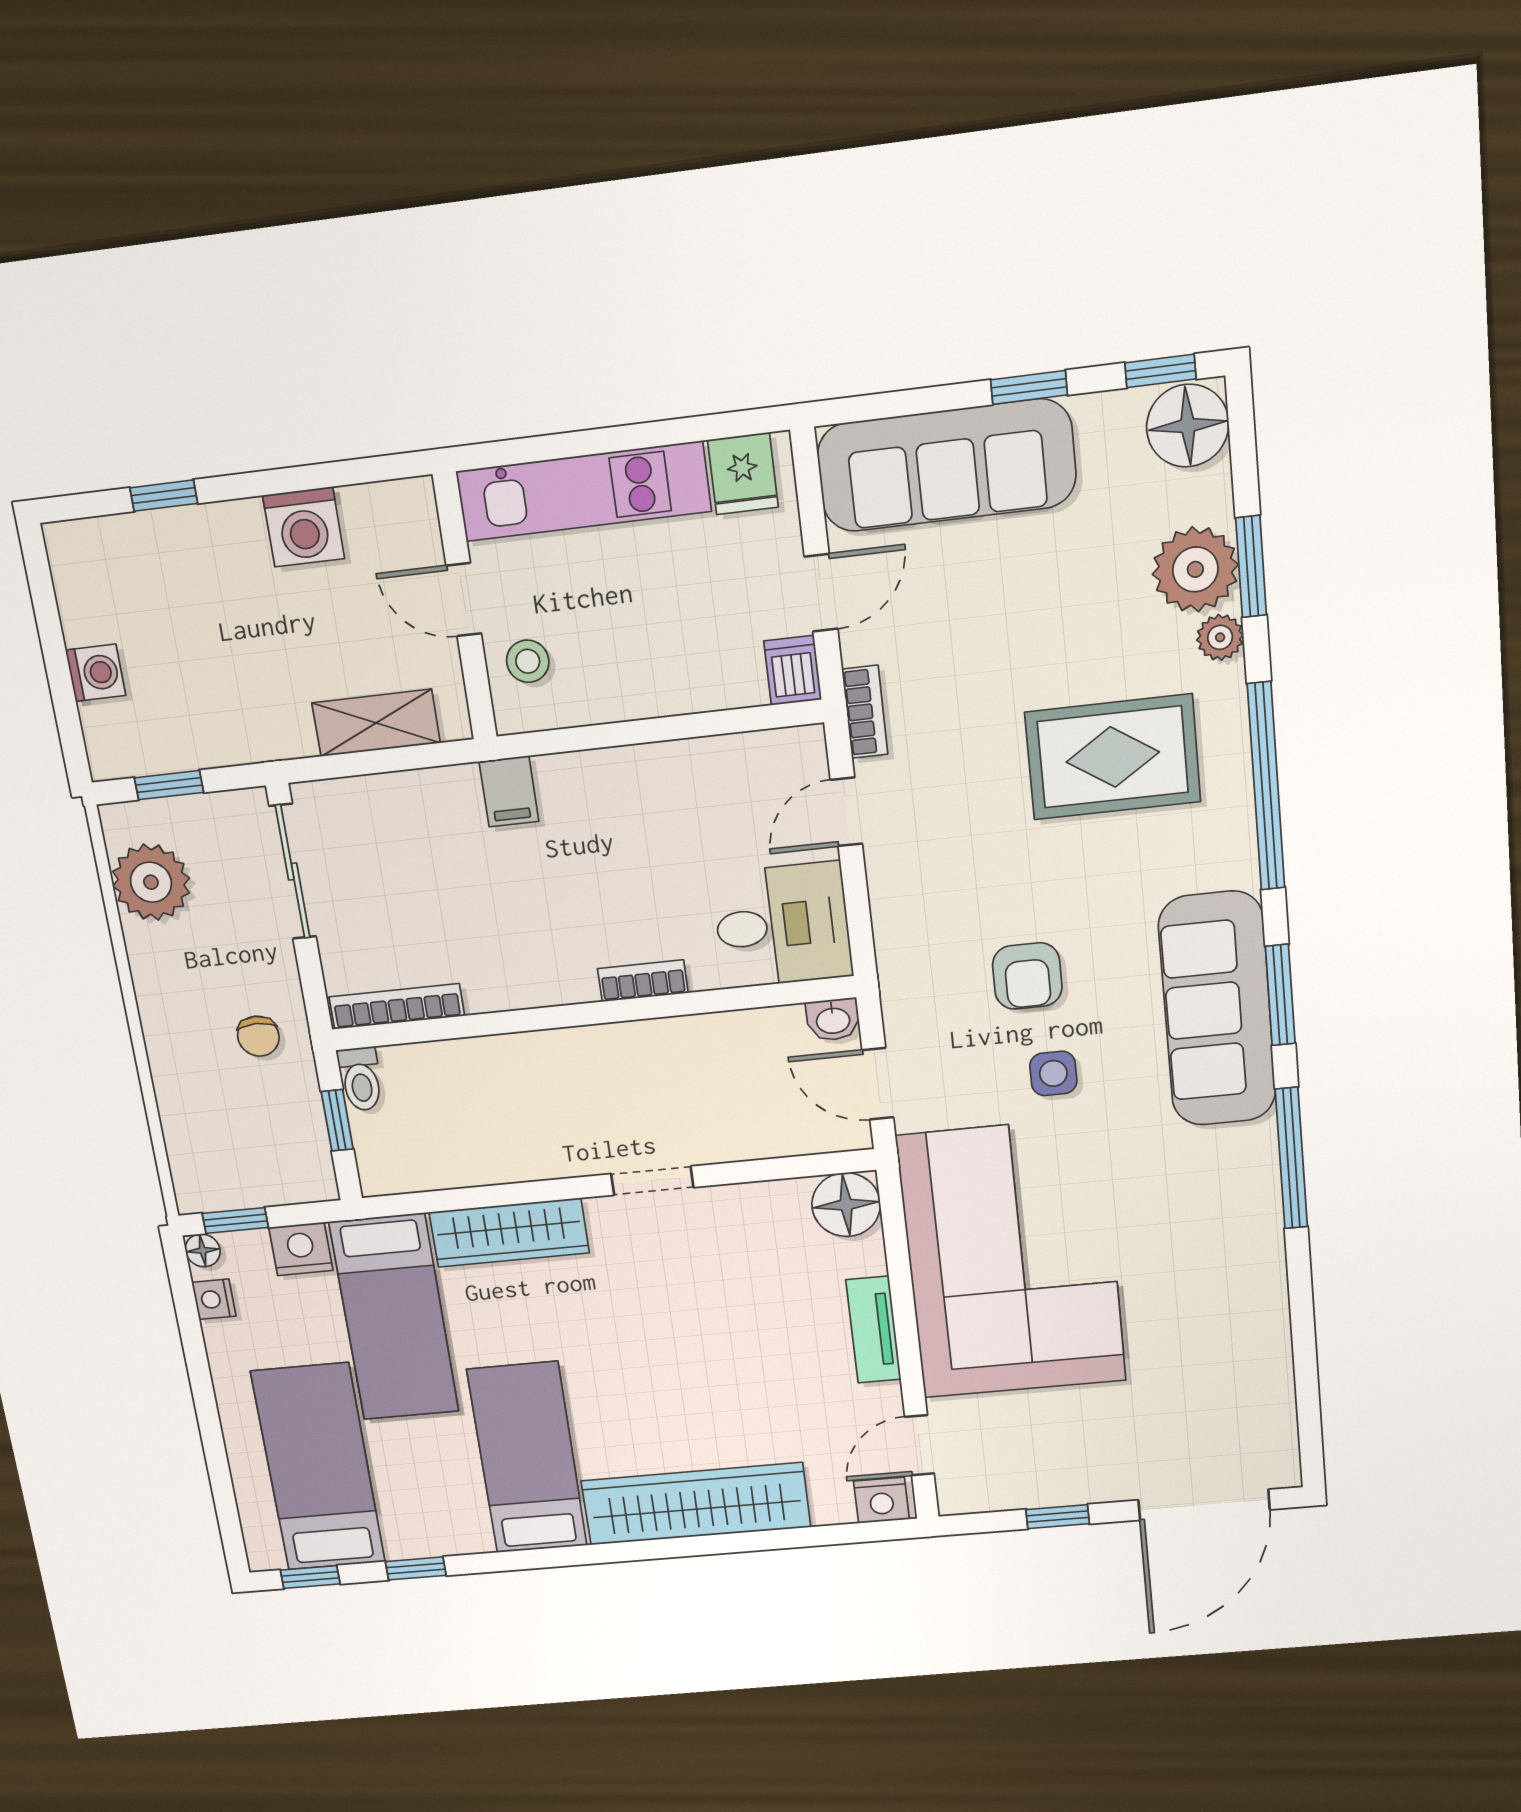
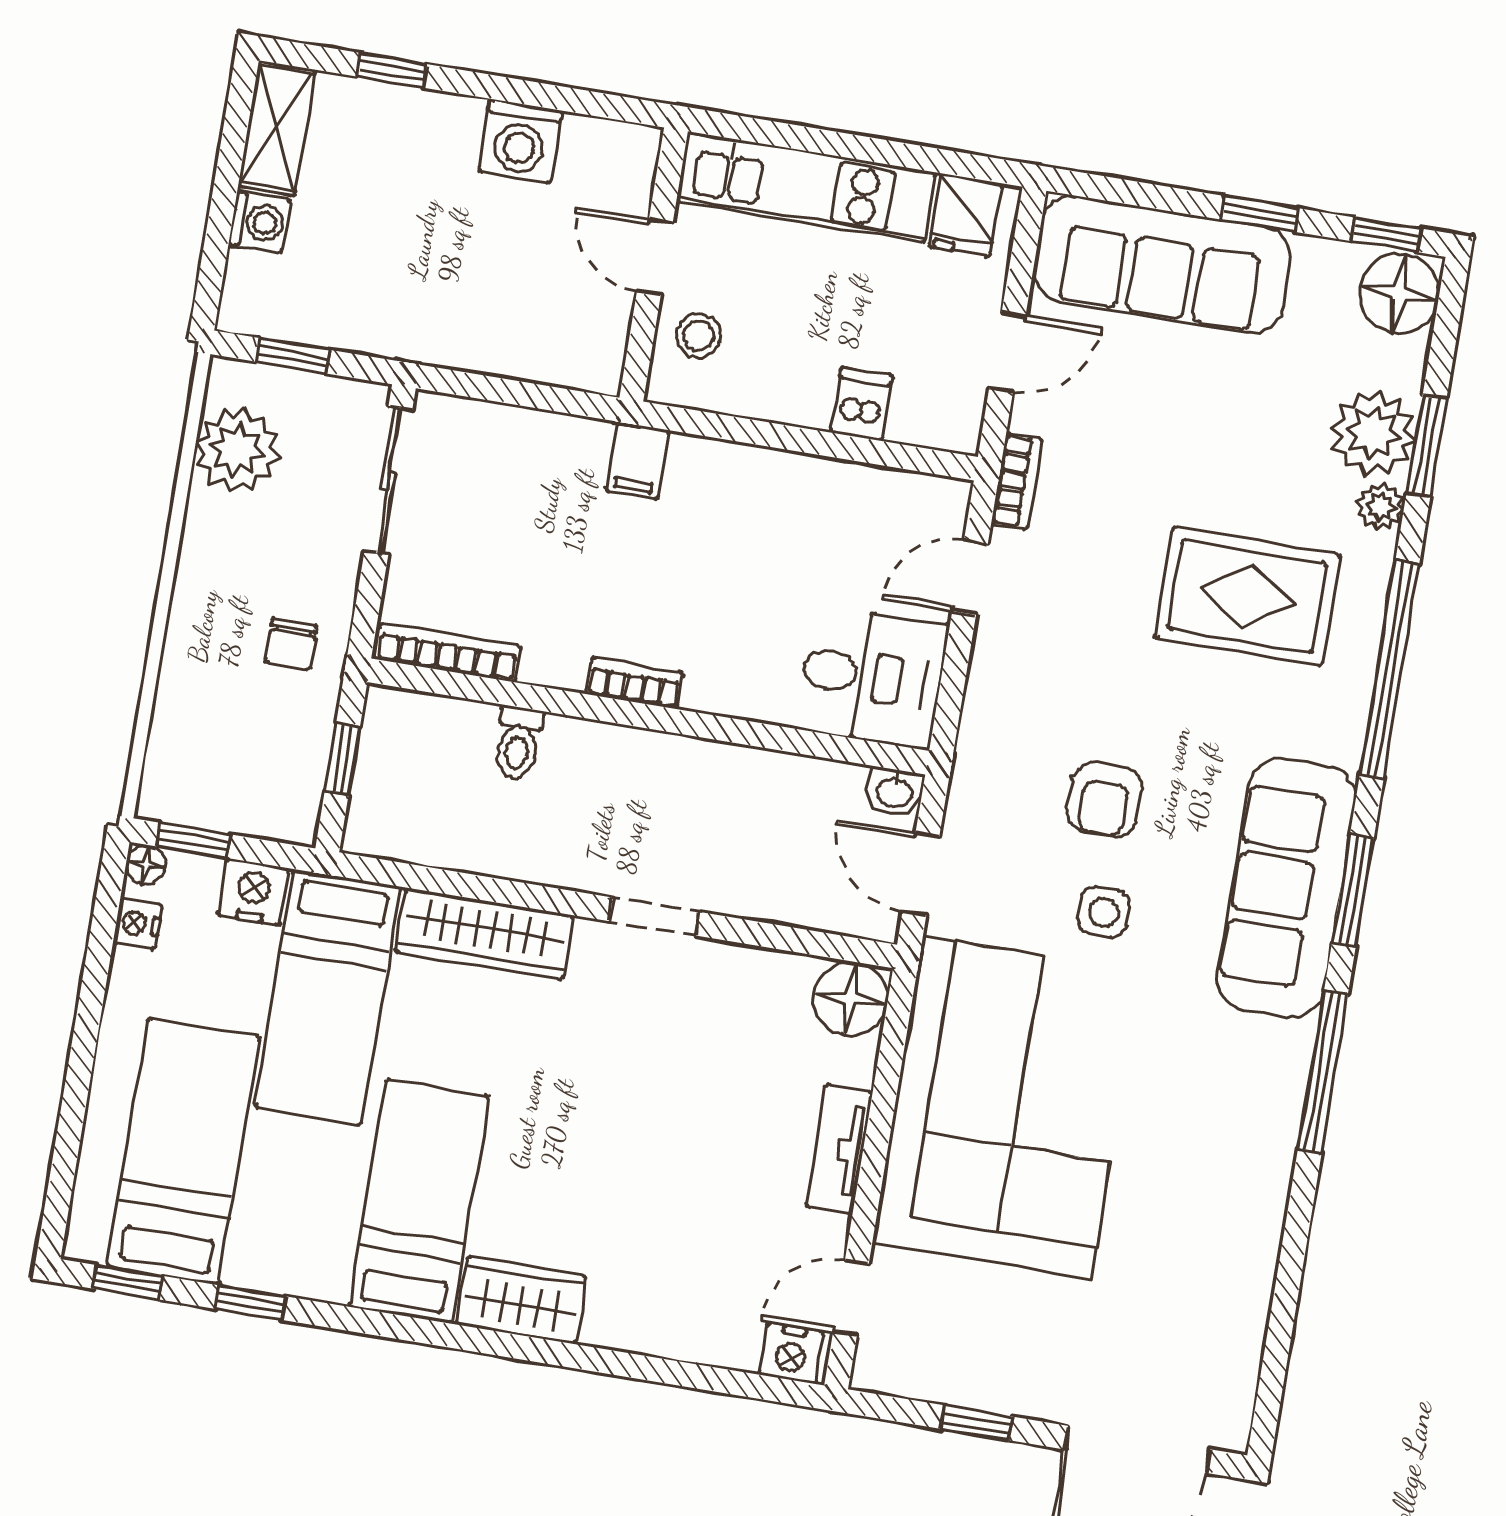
dishwasher: (793, 670) -> (862, 404), moved
shelving: (376, 723) -> (277, 128), moved, turned 90
bookcase: (643, 981) -> (635, 683), moved
toilet: (361, 1079) -> (518, 743), moved
wardrobe: (696, 1504) -> (521, 1300), width x0.48, depth x0.85

